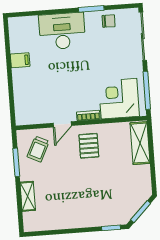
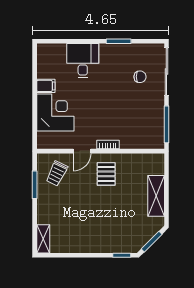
chair: (109, 21) -> (140, 77), moved
desk: (62, 31) -> (83, 61), width x0.73
corner desk: (119, 99) -> (55, 112), moved, turned 90
shelving: (140, 143) -> (156, 196), moved
shelving: (28, 196) -> (43, 239), moved

